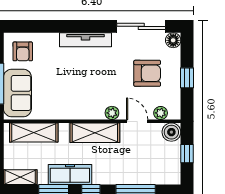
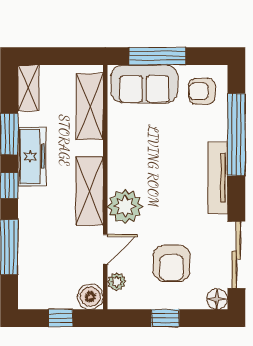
window: (54, 26) -> (236, 135), added
plant: (112, 113) -> (125, 206), width x1.87, depth x1.87

